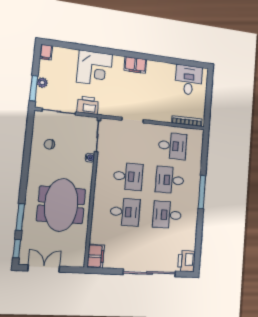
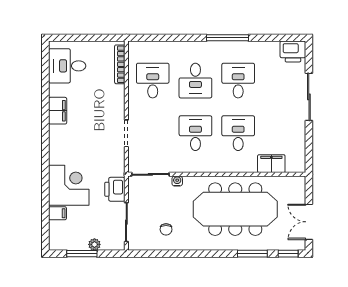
filing cabinet: (46, 52) -> (57, 213), moved
filing cabinet: (135, 65) -> (58, 111), moved
window: (34, 88) -> (82, 254), moved
window: (202, 192) -> (227, 38), moved
meeting table: (61, 205) -> (235, 209), width x1.36
desk: (167, 215) -> (238, 81), turned 180
filing cabinet: (96, 256) -> (271, 164), moved
sliding door: (150, 273) -> (309, 97), width x0.73

